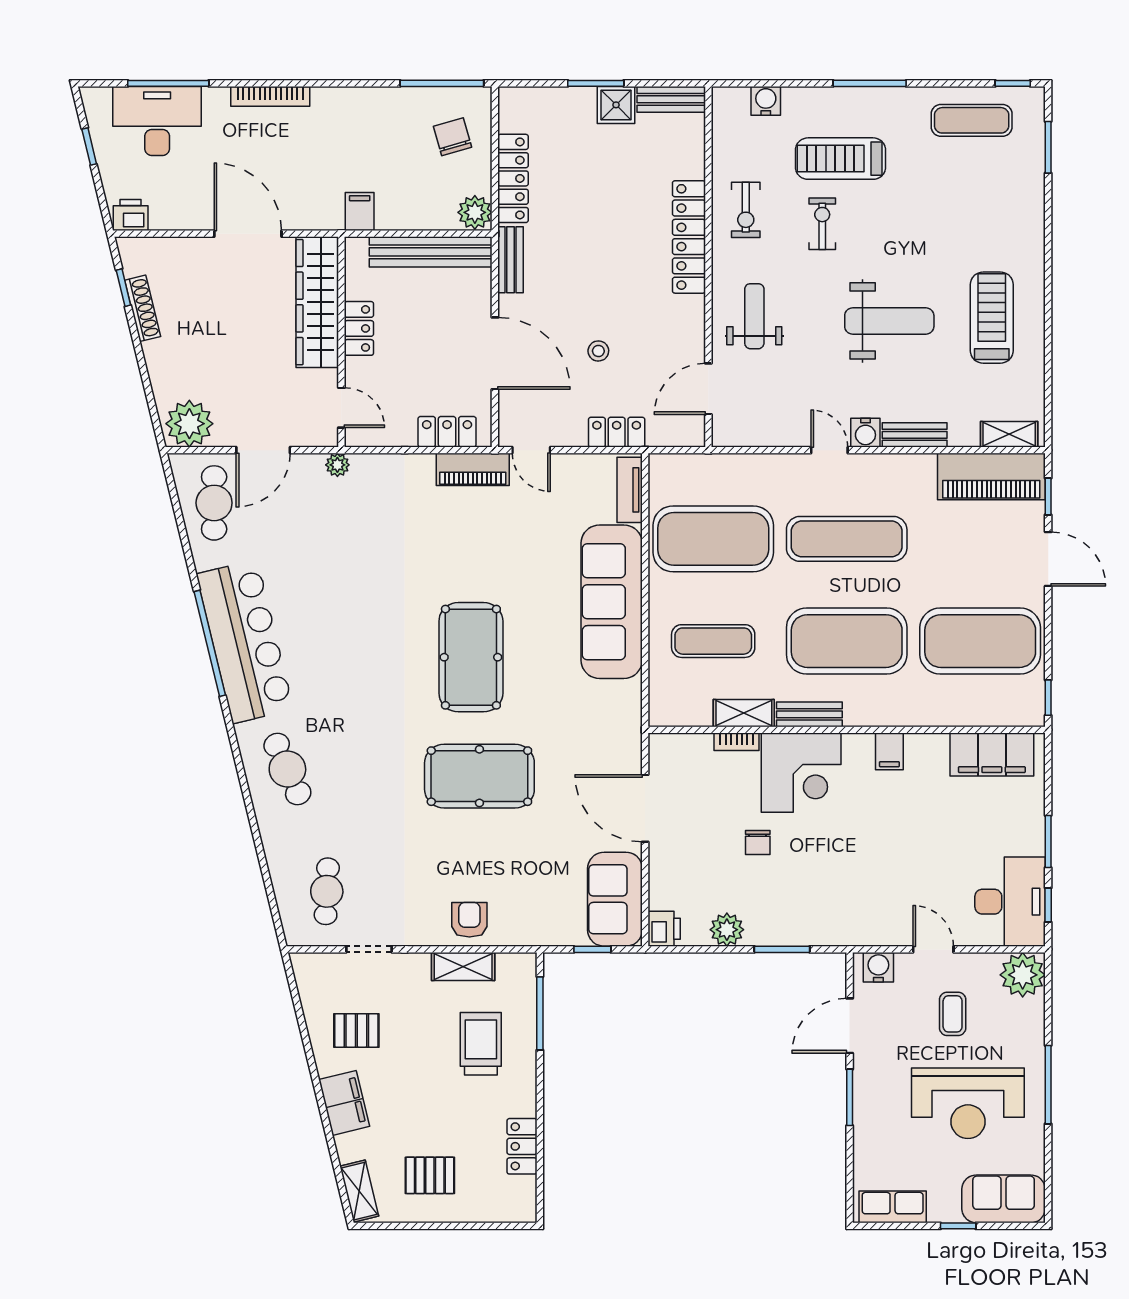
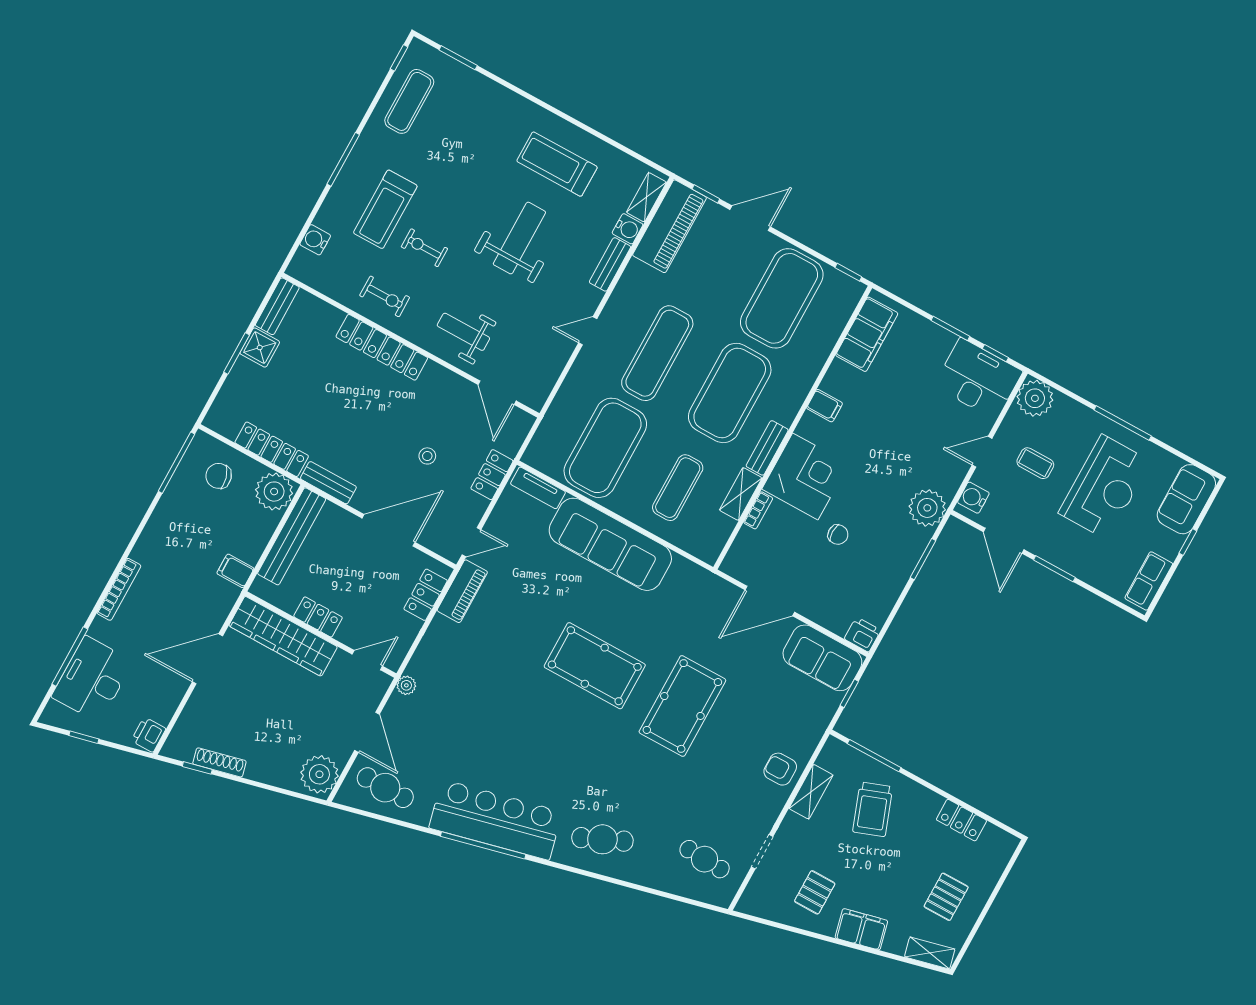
plant: (475, 212) -> (274, 492), width x1.36, depth x1.36
water cooler: (865, 433) -> (628, 229), moved
plant: (727, 930) -> (927, 508), moved, width x1.36, depth x1.36
trolley: (481, 1044) -> (873, 809), turned -110

